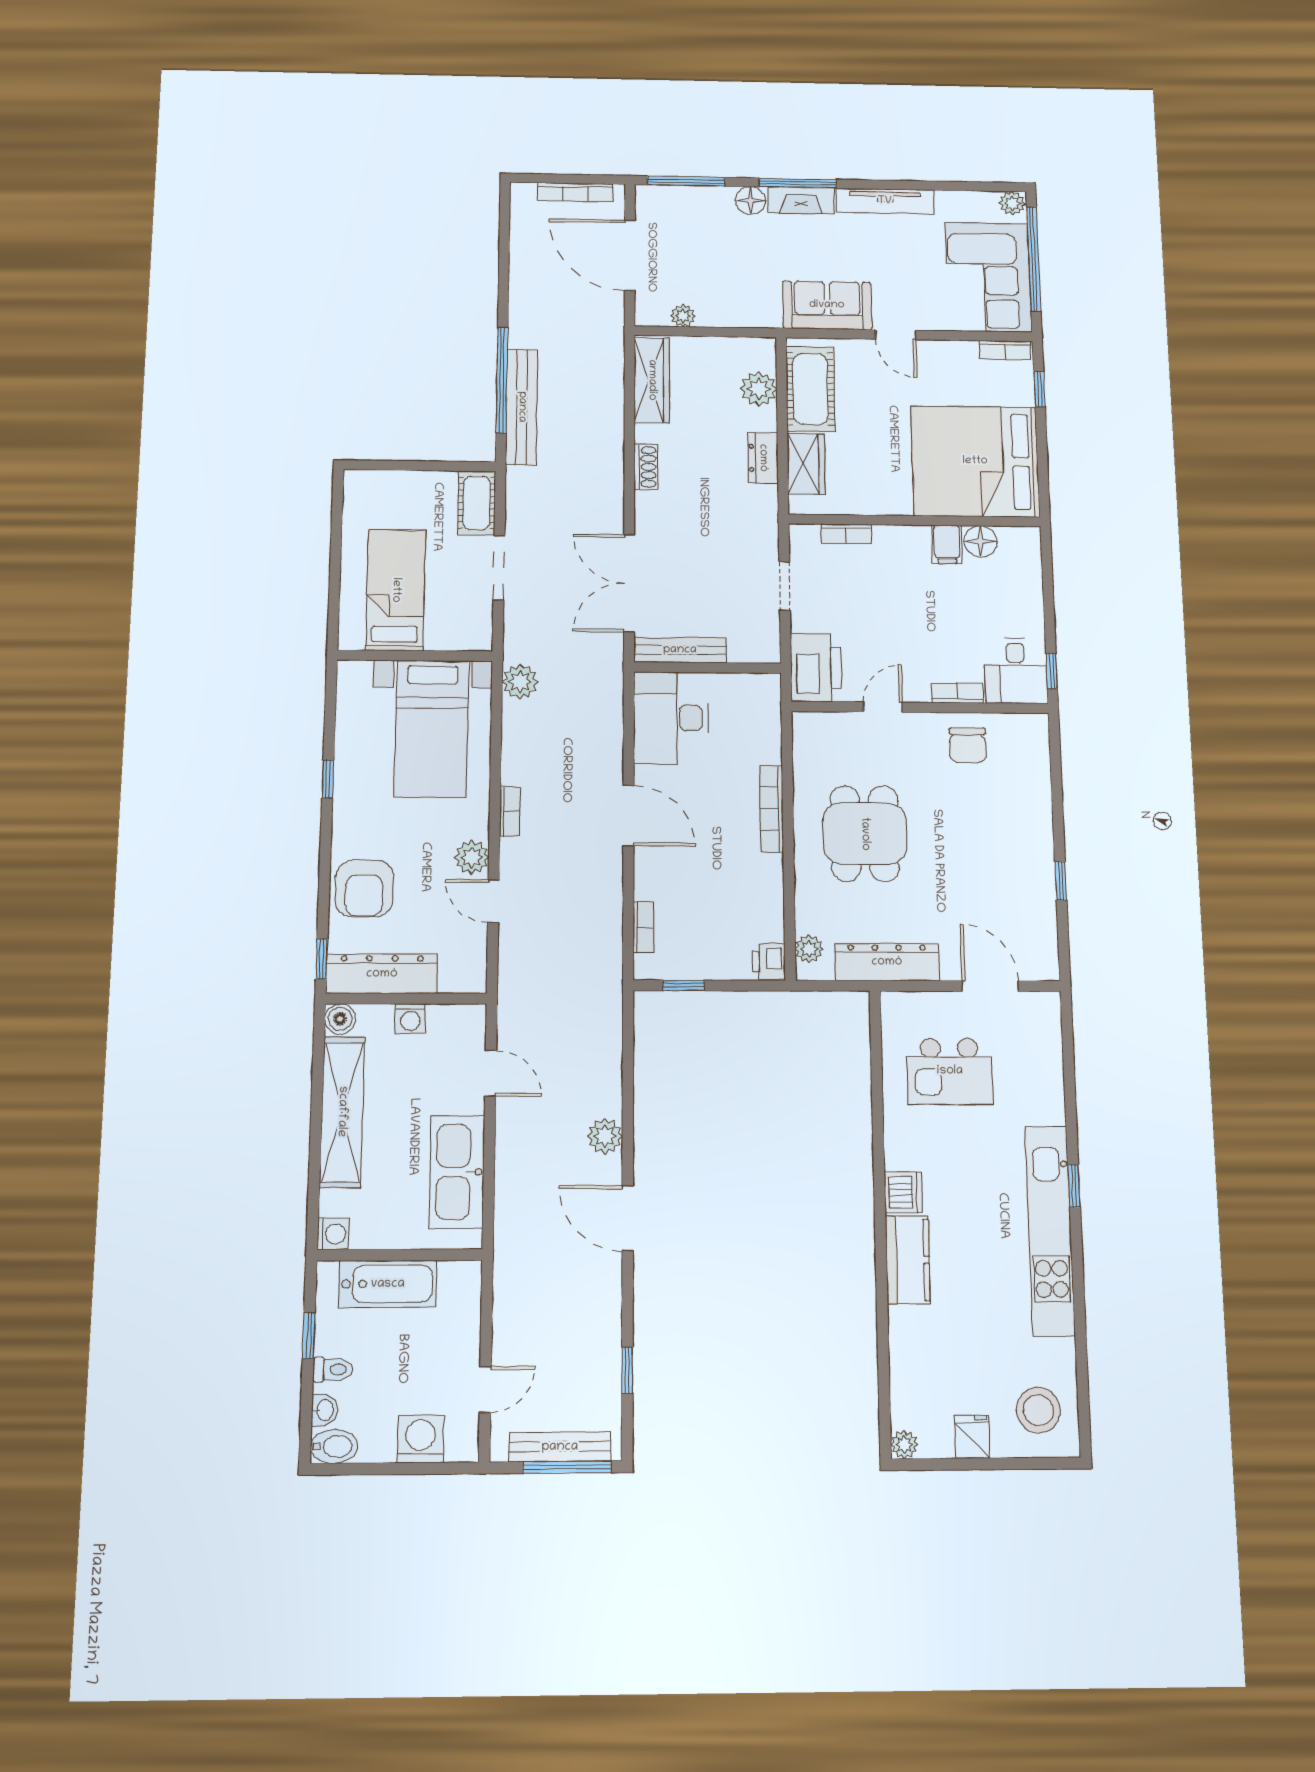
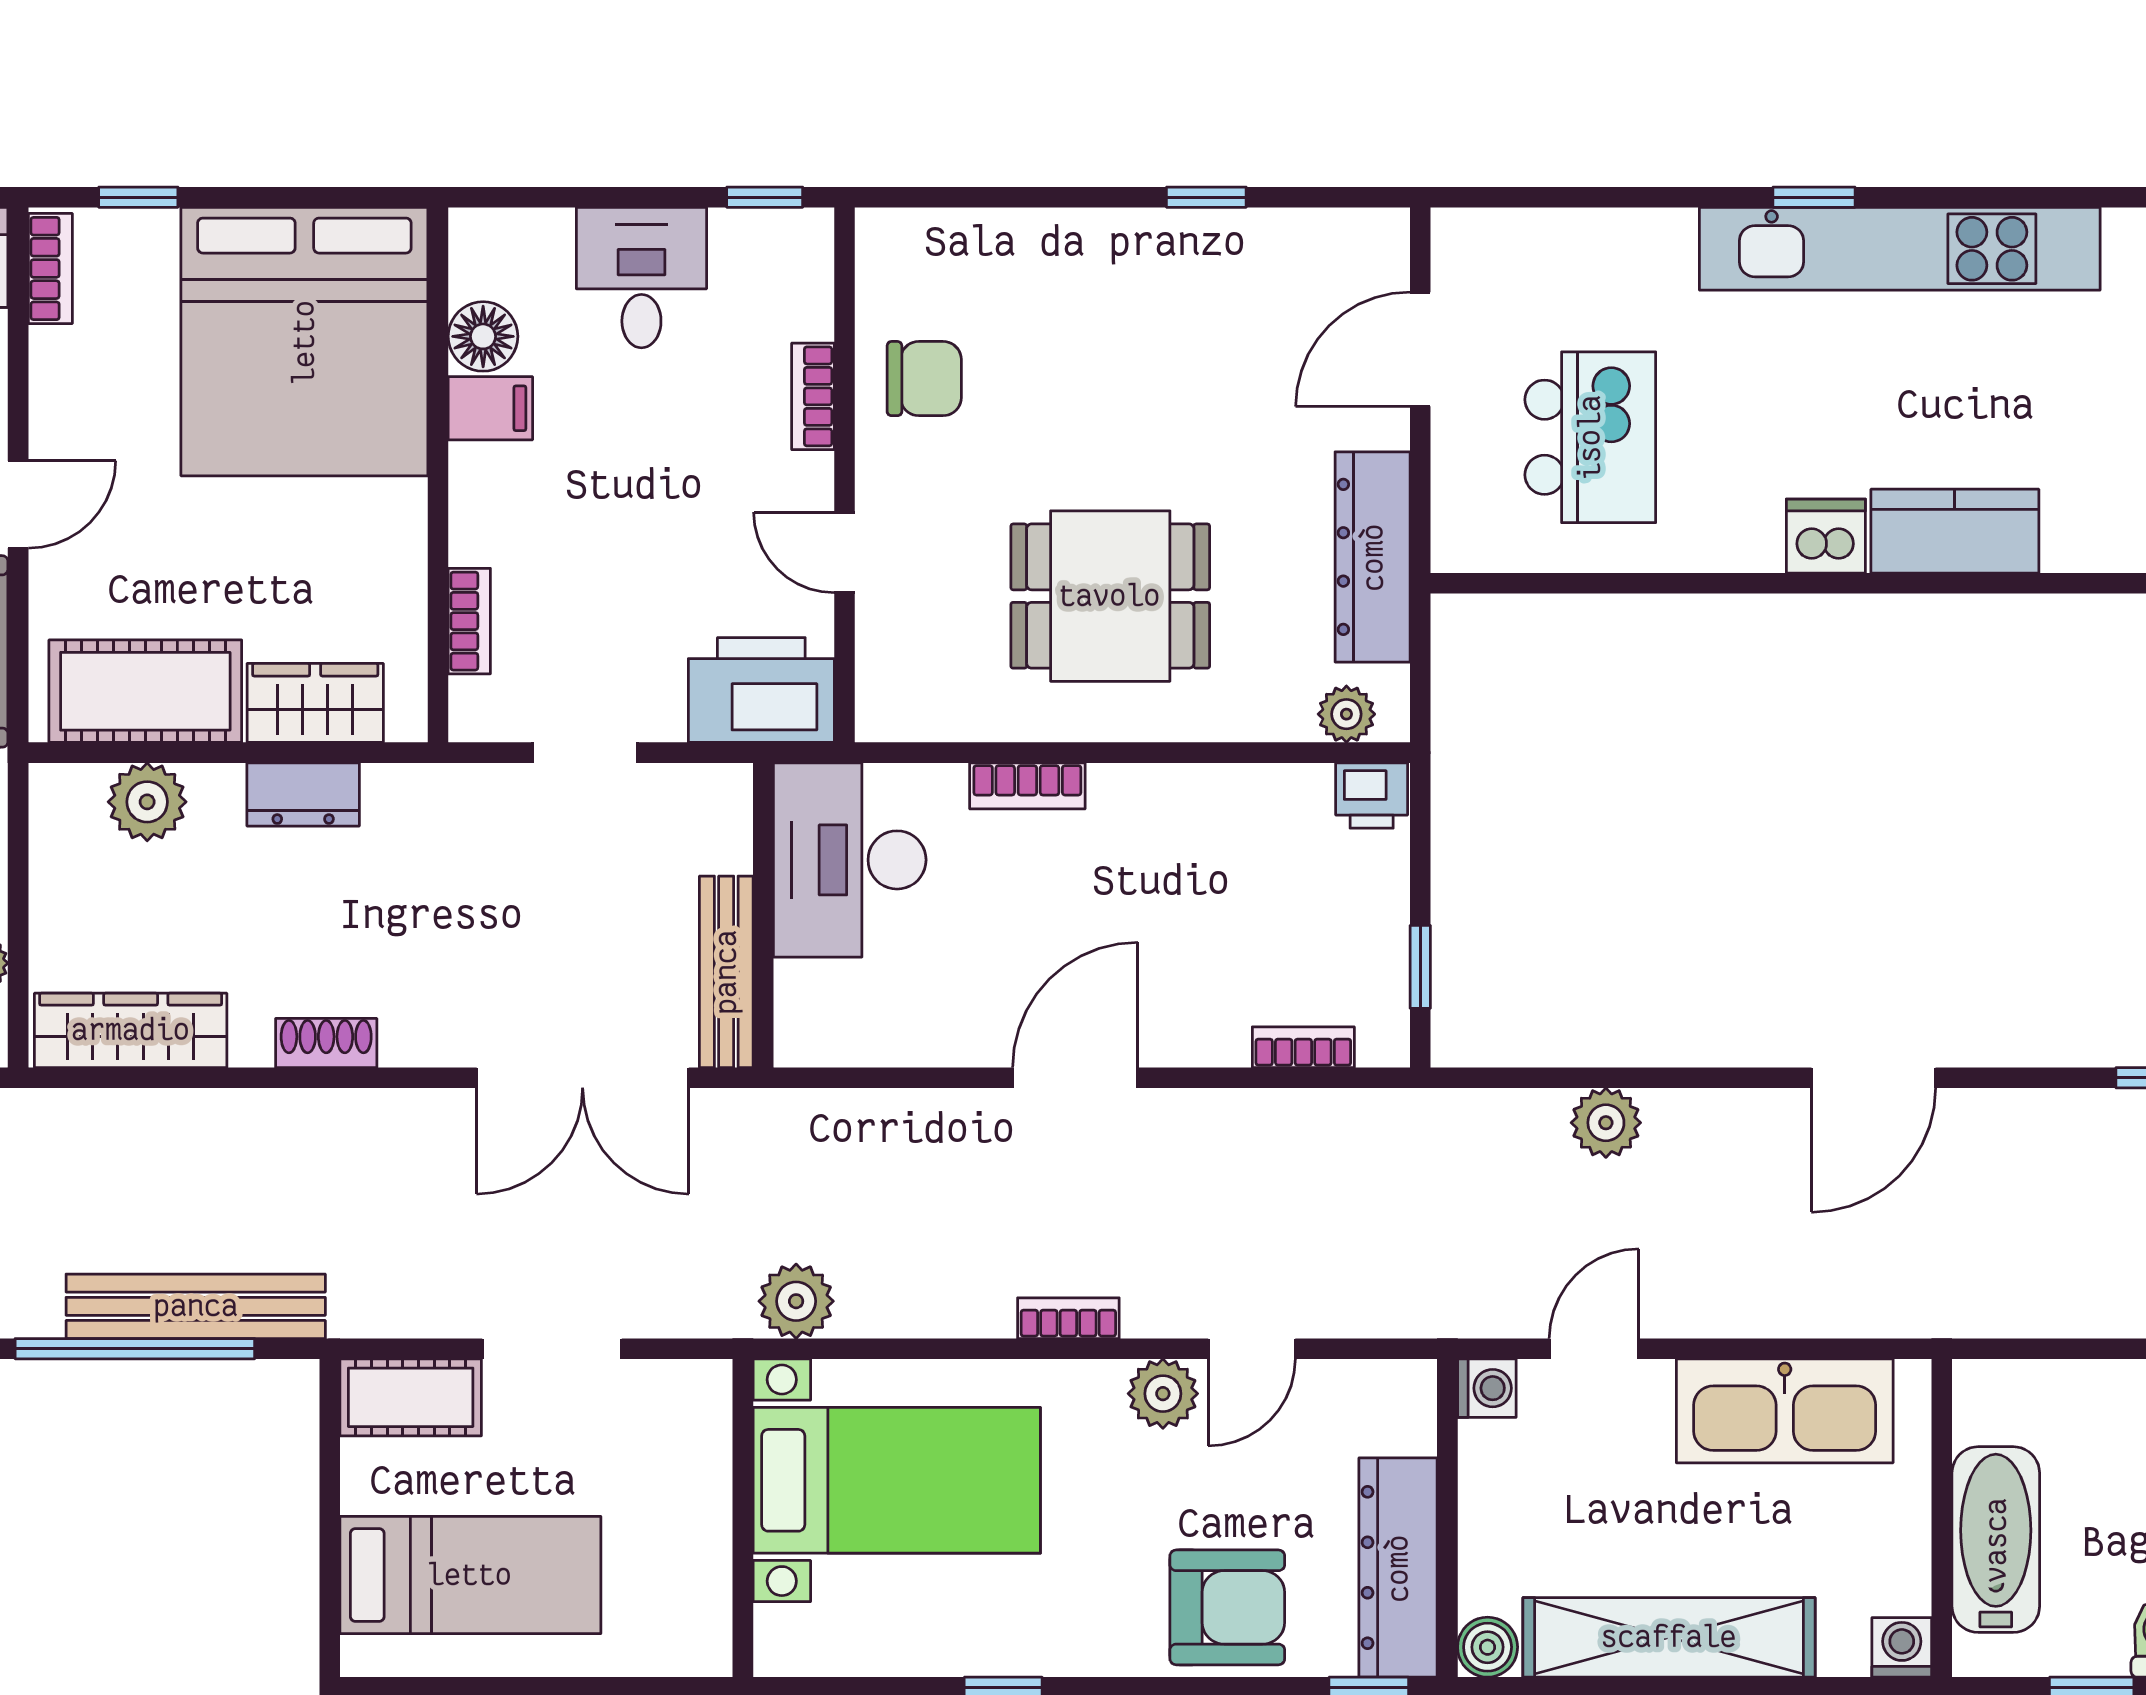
bed: (396, 590) -> (470, 1575), moved, turned 180
desk: (1016, 671) -> (641, 278), moved, turned -90
desk: (671, 718) -> (850, 860), moved, turned 90
bookcase: (772, 809) -> (1027, 786), width x0.64
washing machine: (410, 1019) -> (1487, 1388), moved
plant: (605, 1136) -> (1606, 1123), moved

